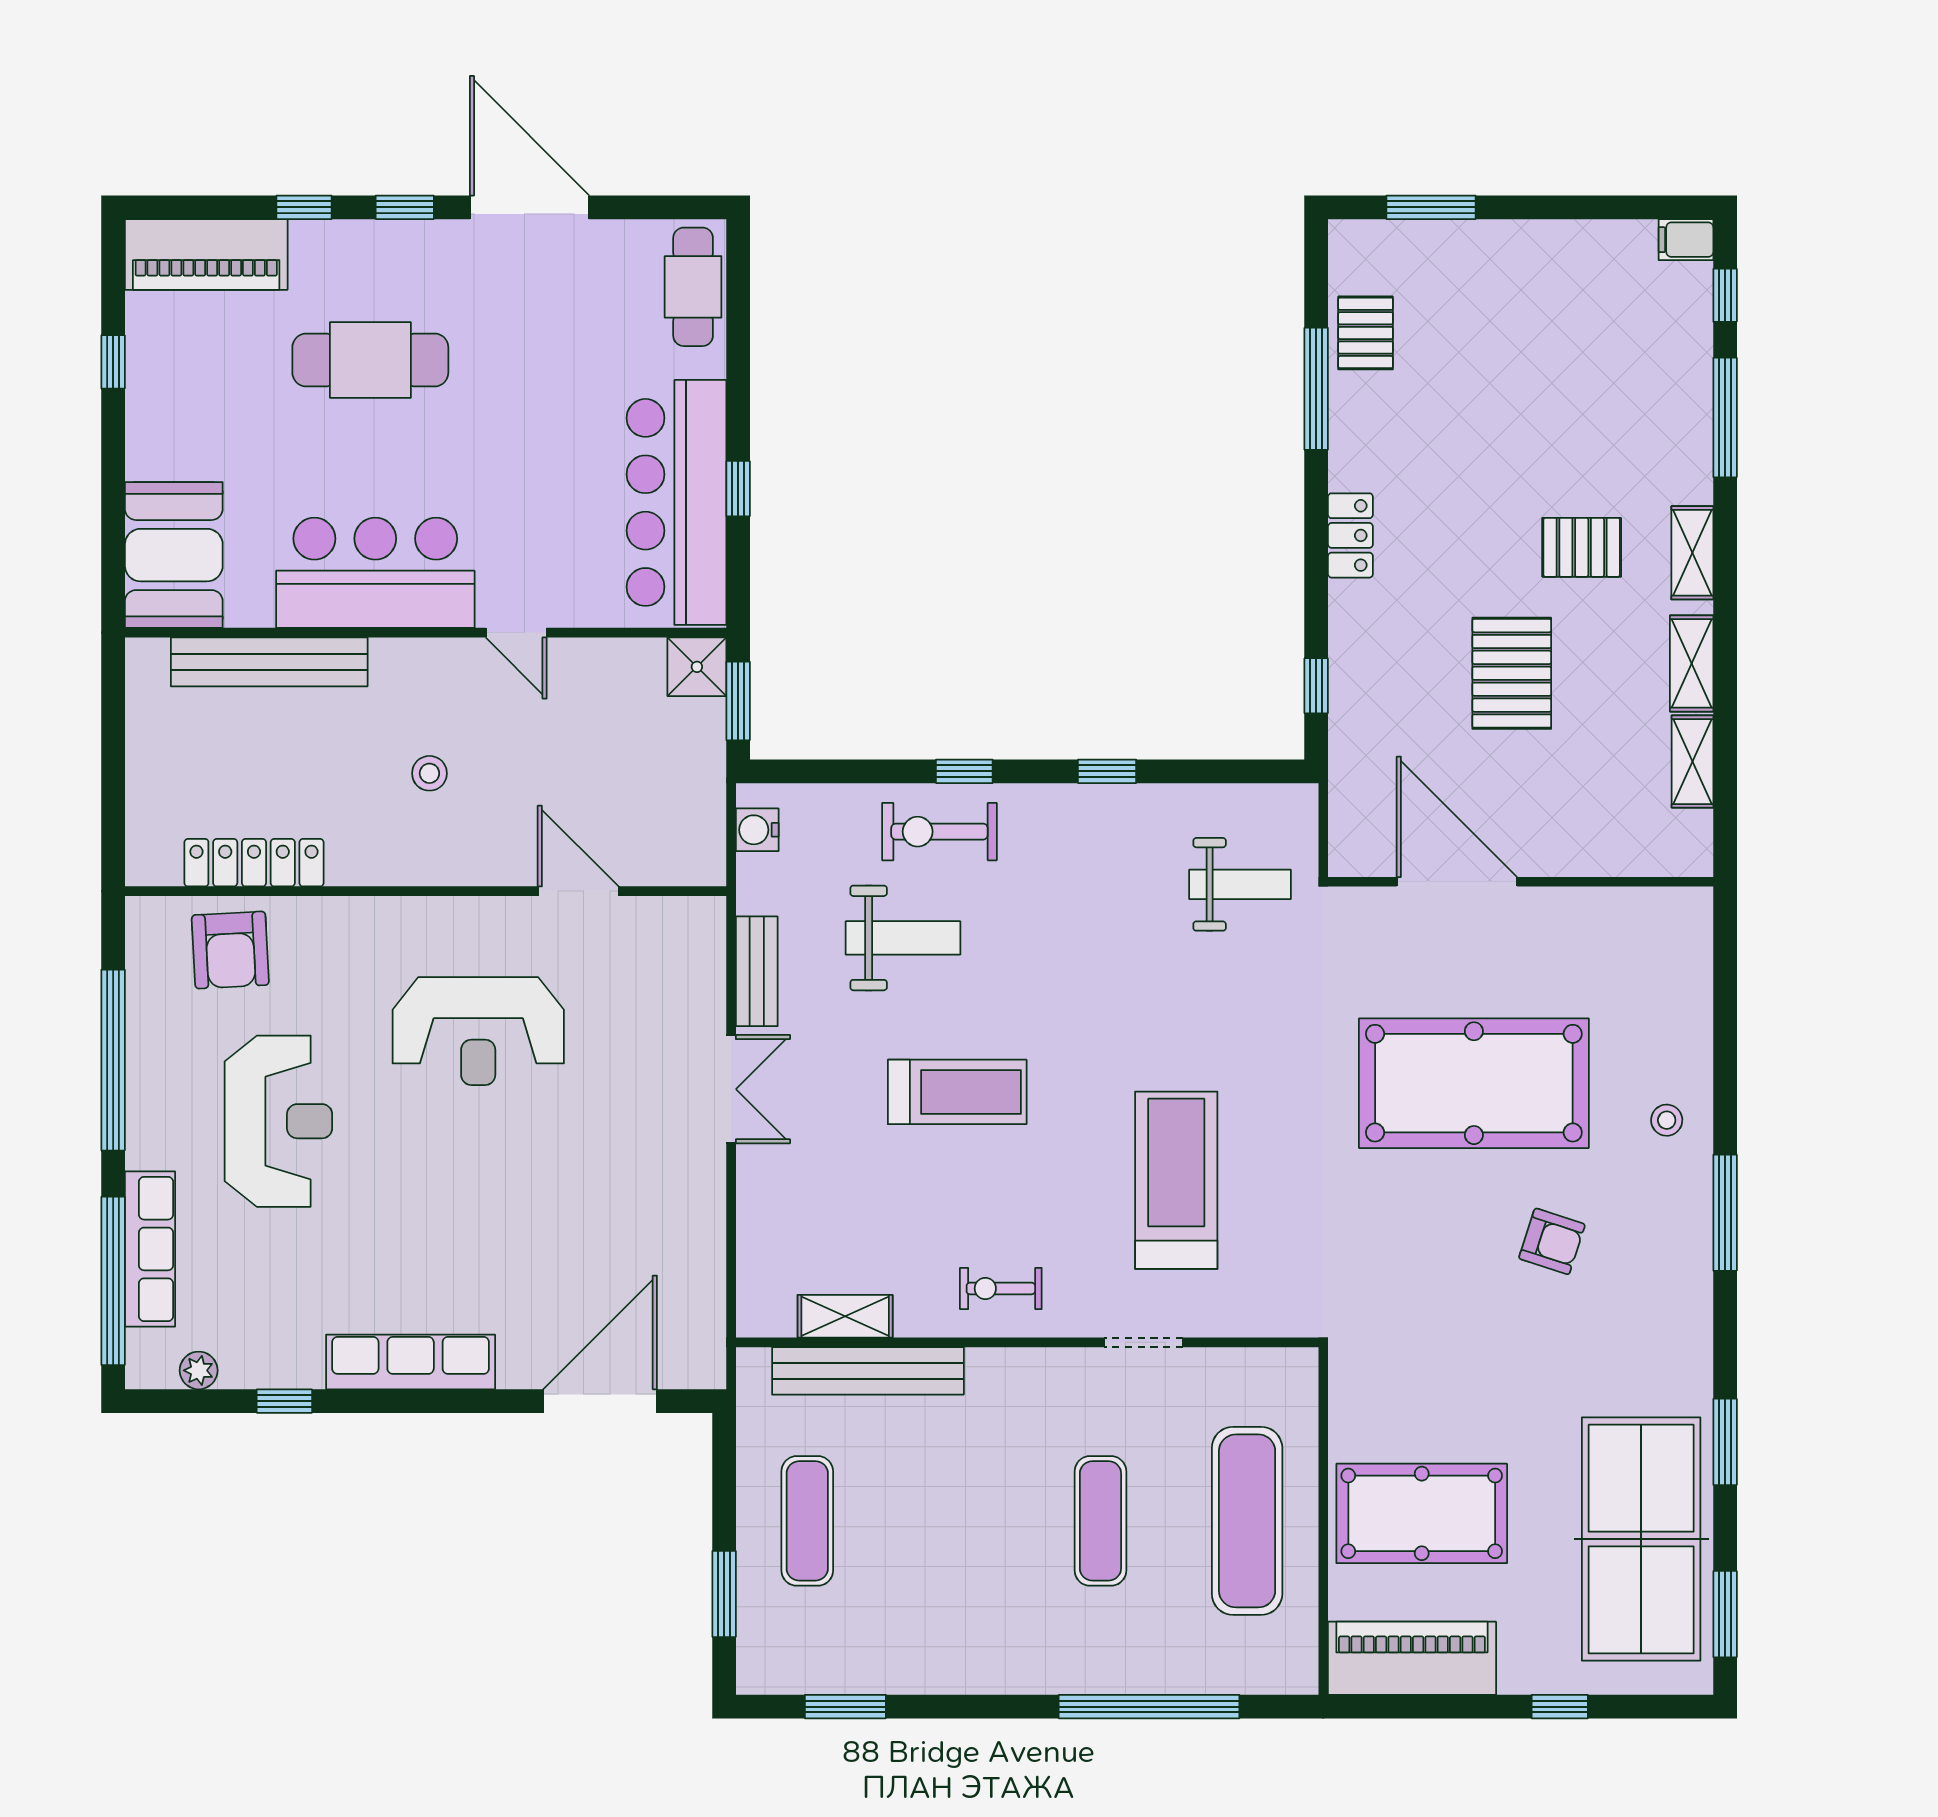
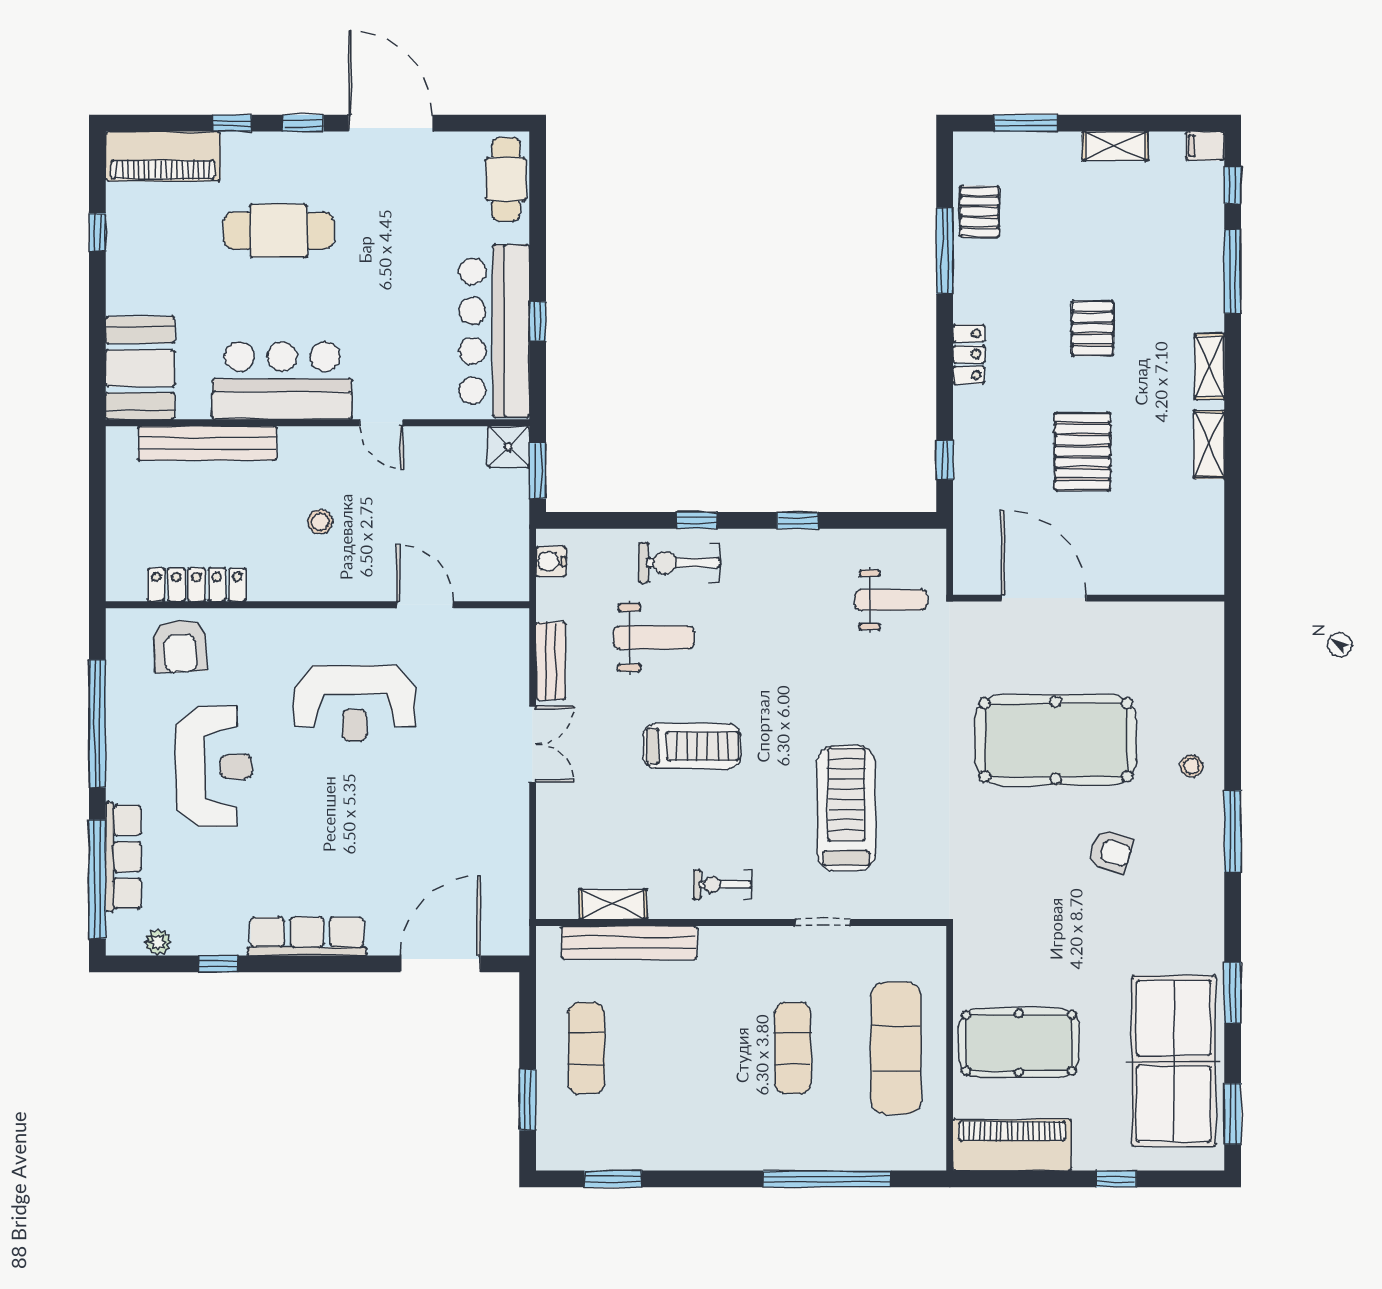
pallet: (1582, 547) -> (1092, 328), moved, turned 90
shelving: (1692, 762) -> (1115, 146), moved, turned 90

